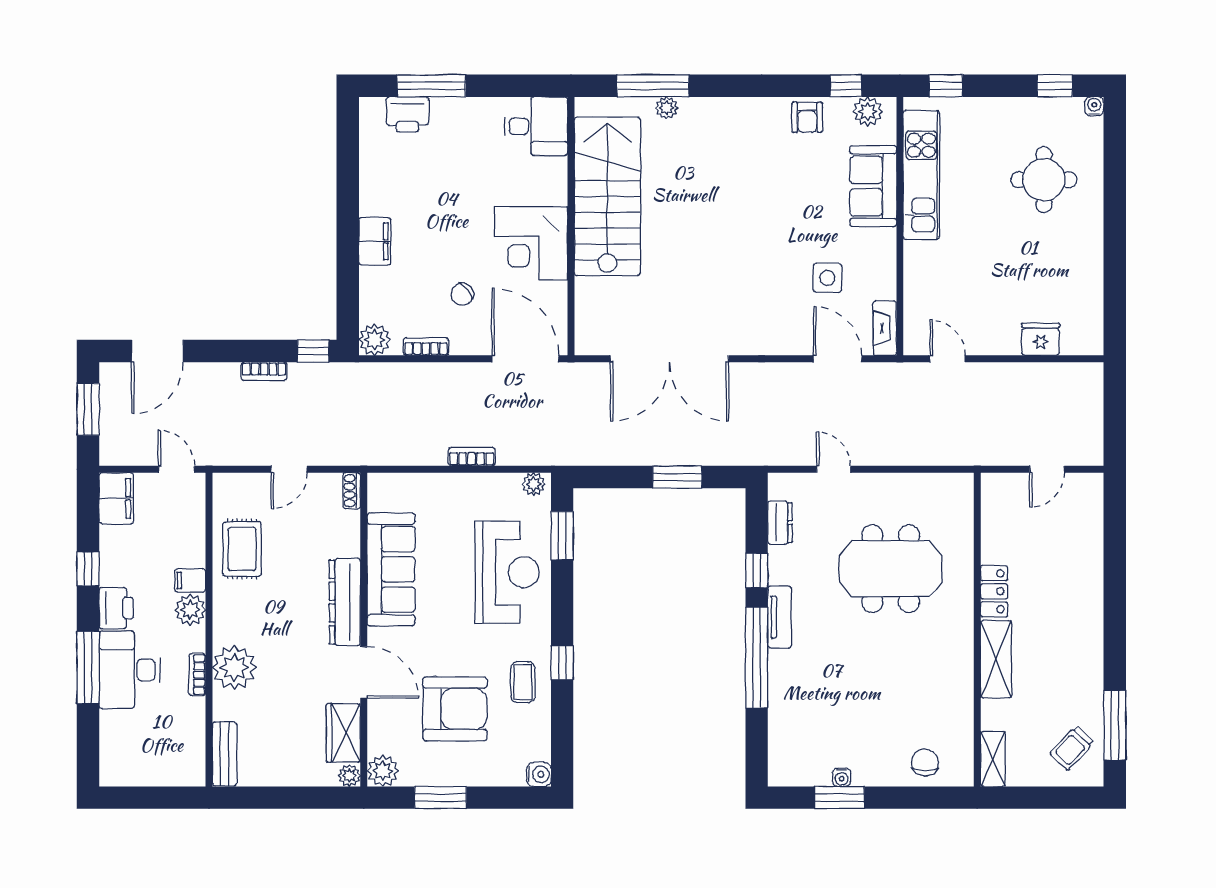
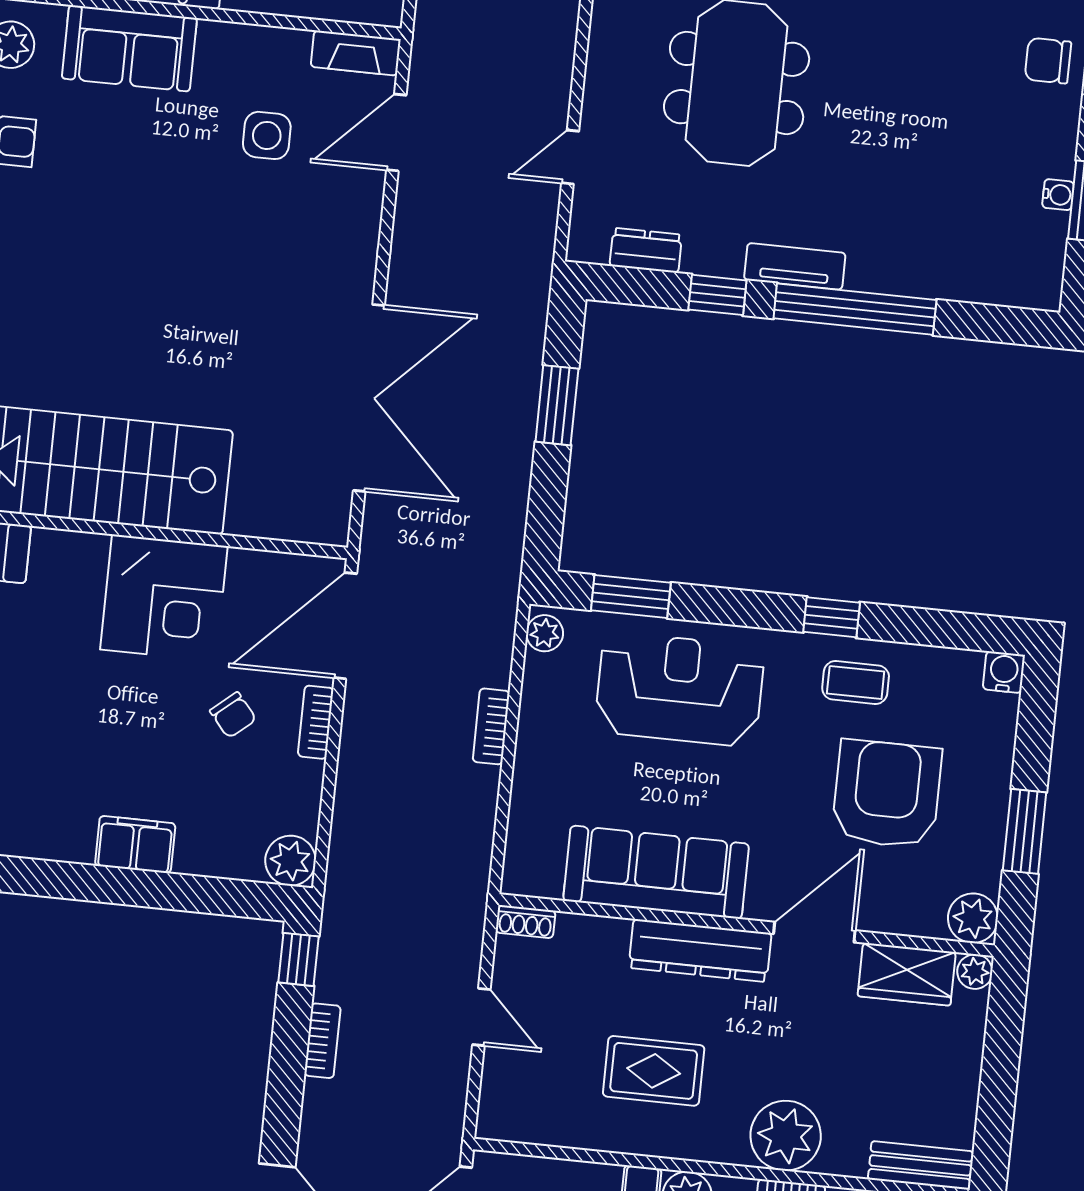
bookcase: (426, 346) -> (316, 722), moved
rug: (242, 549) -> (654, 1071), moved

